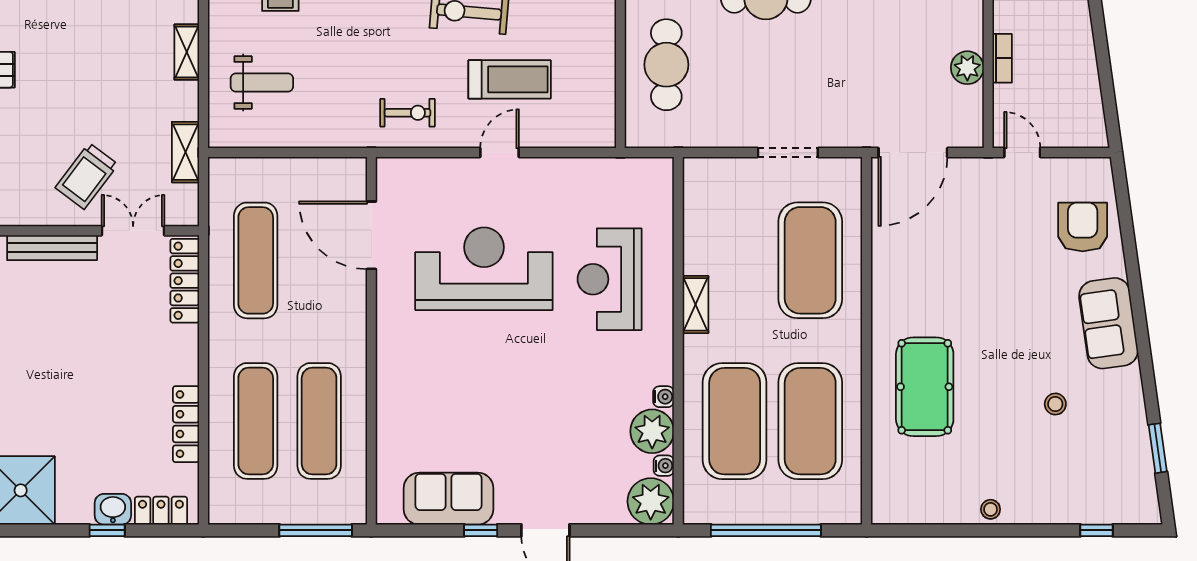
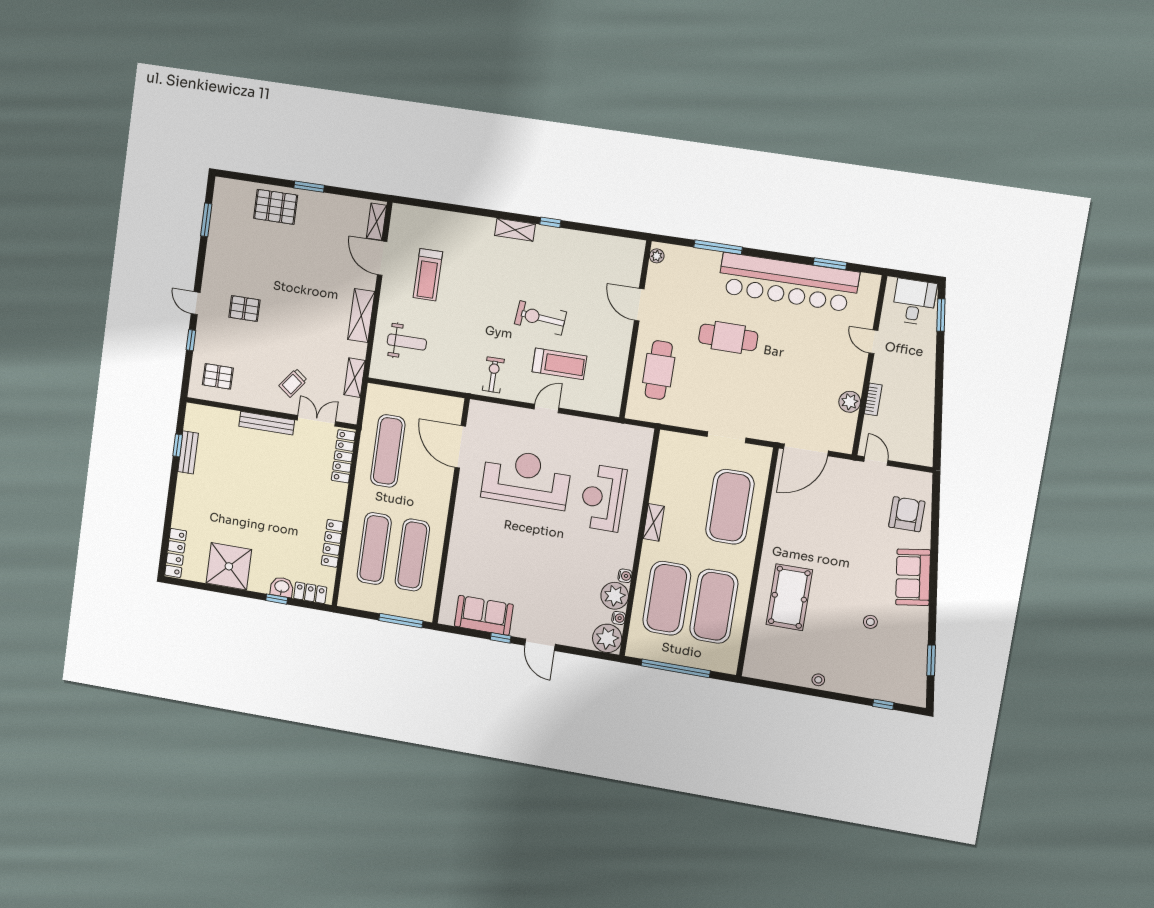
shelving: (187, 52) -> (361, 316), width x1.50, depth x1.33
exercise bike: (407, 113) -> (493, 375), turned -90
trolley: (87, 176) -> (293, 383), width x0.73, depth x0.72

